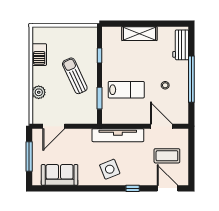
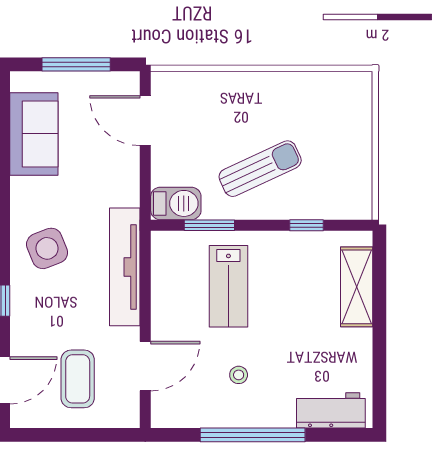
shelving: (139, 34) -> (357, 287), moved
barbecue: (39, 55) -> (176, 203), moved, turned 180
plant: (39, 92) -> (223, 86), removed

